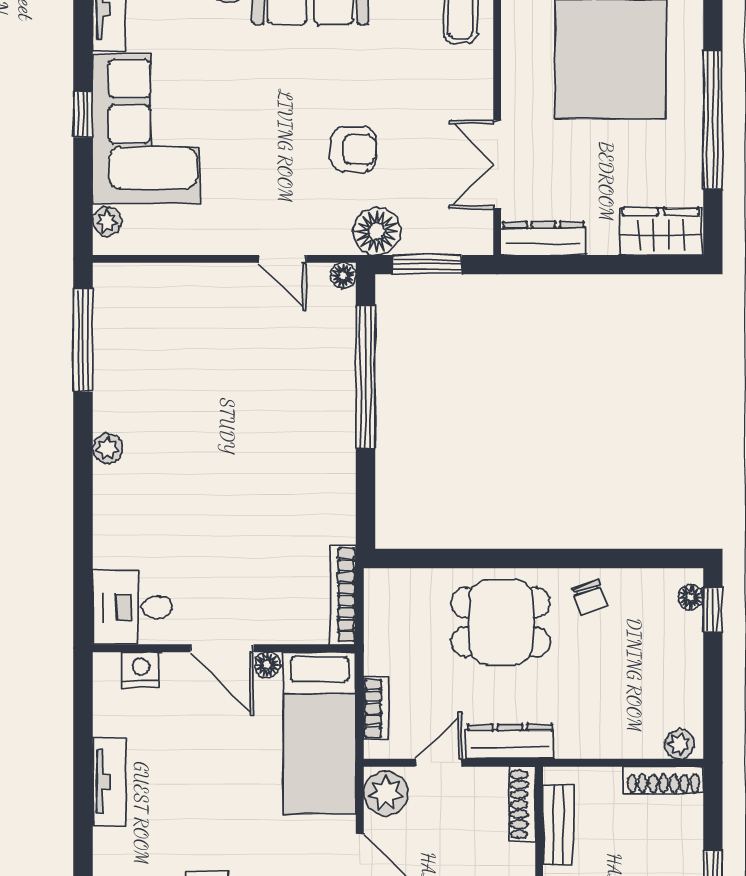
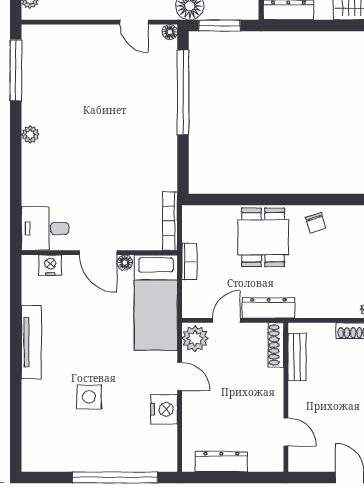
dining table: (501, 622) -> (263, 237), turned 90
bookcase: (376, 708) -> (189, 262), moved
tv unit: (109, 782) -> (31, 342), width x1.41

